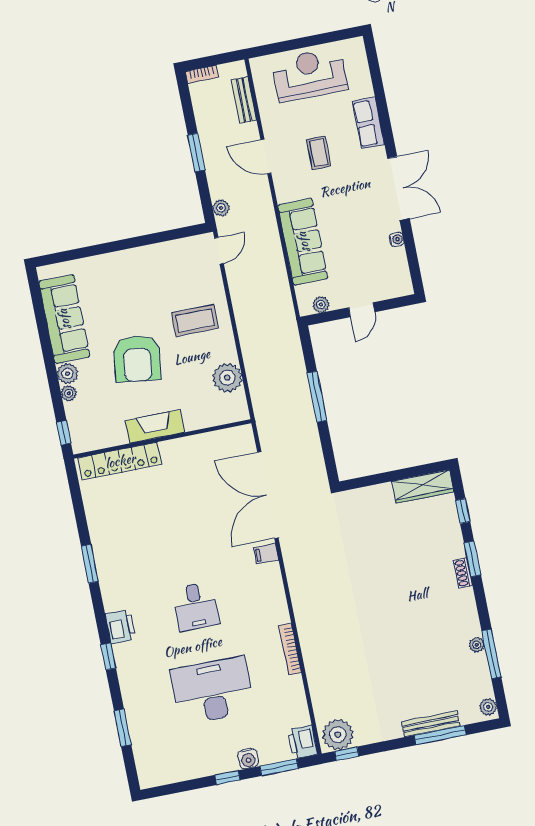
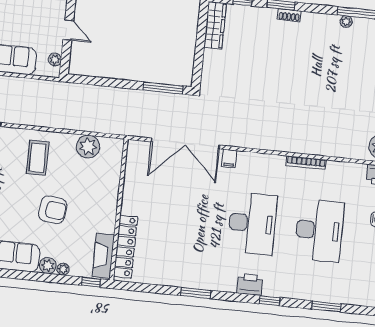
armchair: (137, 358) -> (53, 210), width x0.73, depth x0.73
window: (317, 397) -> (163, 88), moved
fireplace: (155, 426) -> (103, 256), moved
desk: (196, 606) -> (252, 223), width x1.87, depth x1.30
desk: (213, 690) -> (319, 230), turned 180

